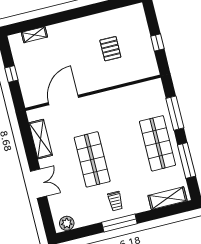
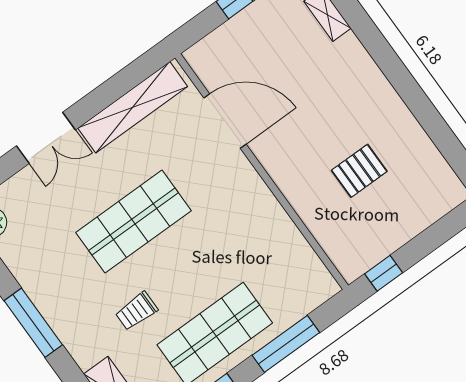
window: (157, 43) -> (384, 273), moved
shelving: (41, 139) -> (133, 107), width x1.47
trolley: (115, 201) -> (136, 311), moved

